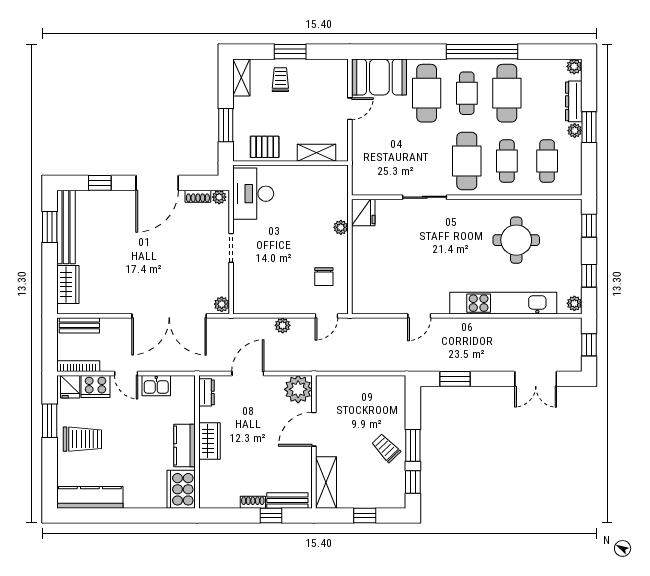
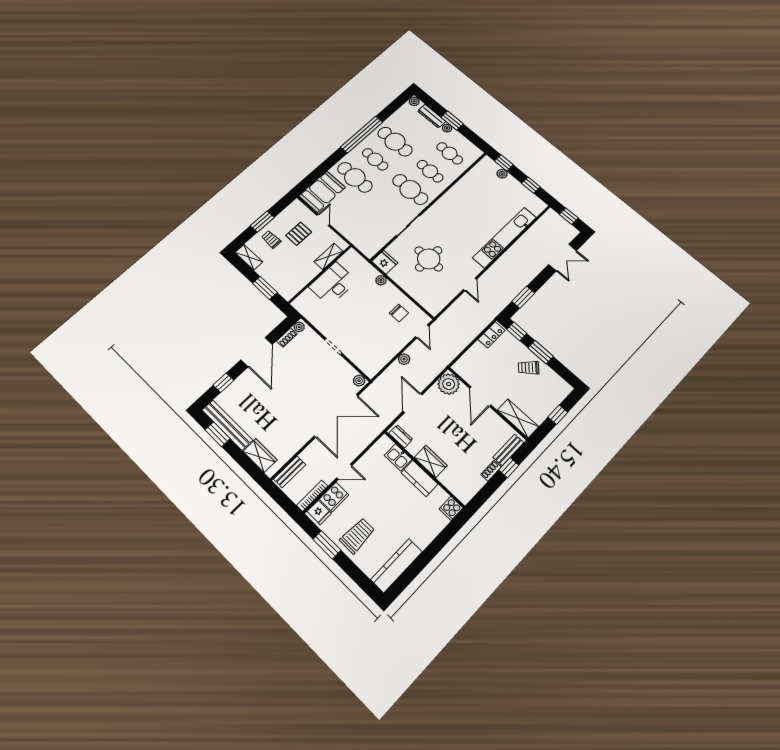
pallet: (265, 147) -> (299, 234), moved
desk: (253, 194) -> (333, 284), moved, turned 90
round table: (516, 240) -> (429, 259), moved
plant: (574, 303) -> (502, 174), moved
locker: (386, 384) -> (491, 335), added
kitchen sink: (156, 386) -> (398, 457), moved, turned 90
window: (413, 482) -> (517, 331), moved
cooker: (181, 489) -> (451, 508), width x0.53, depth x0.76

